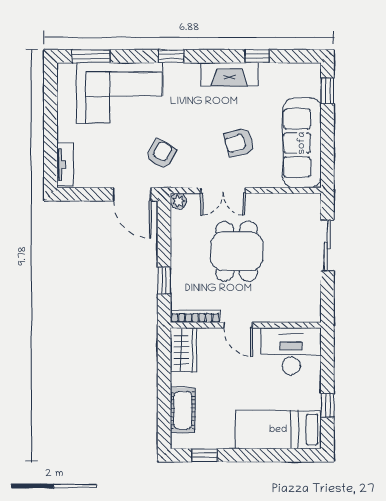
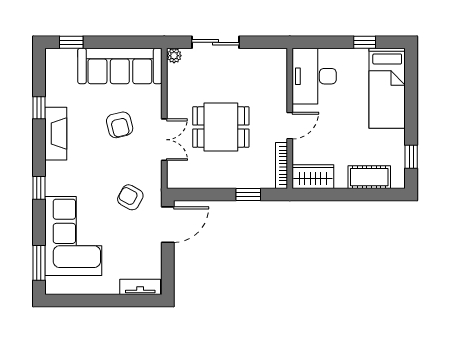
plant: (178, 201) -> (174, 56), moved

